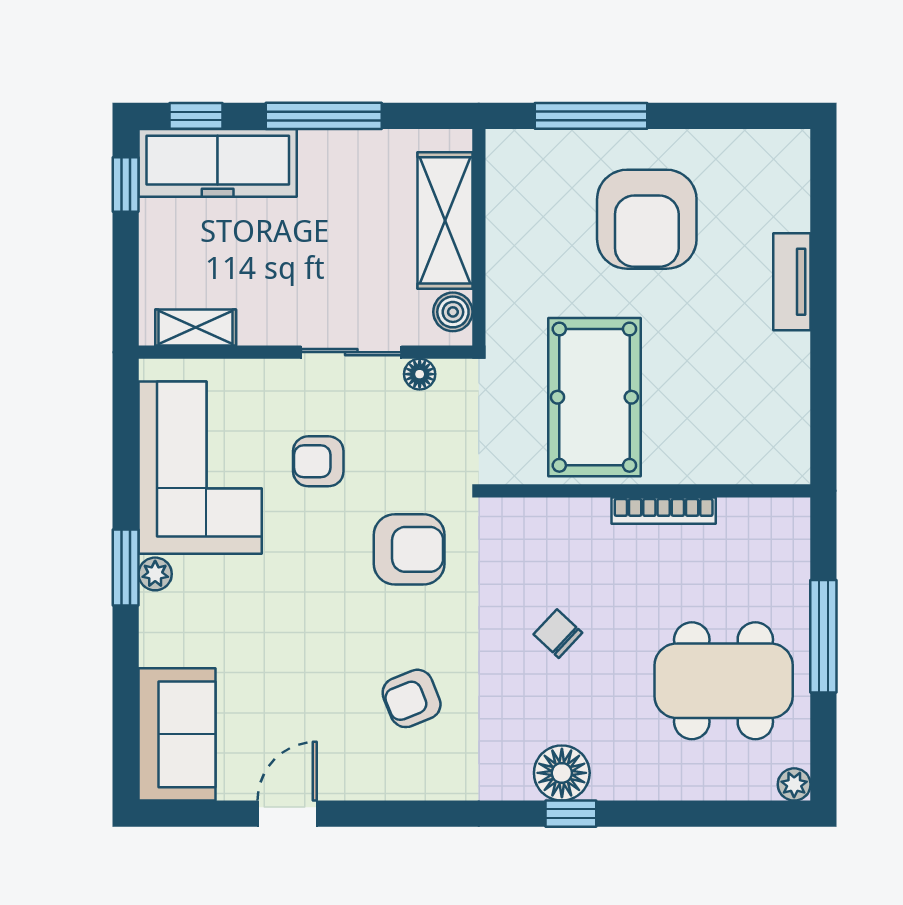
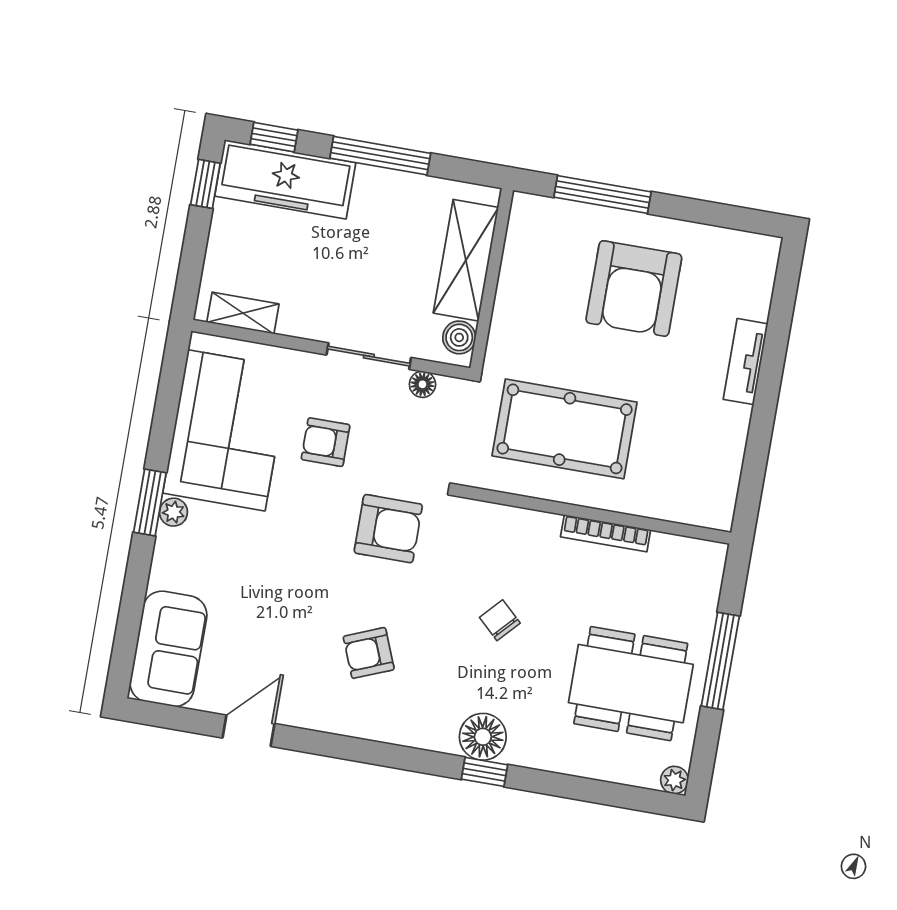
pool table: (594, 397) -> (565, 429), turned 90

